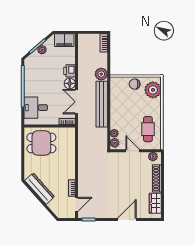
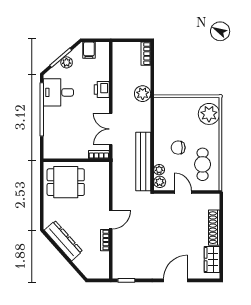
filing cabinet: (64, 40) -> (89, 50), width x0.50
floor lamp: (70, 83) -> (102, 106), removed
chair: (135, 84) -> (178, 148), moved
bench: (102, 104) -> (143, 162), moved
desk: (36, 108) -> (58, 92), moved
plant: (153, 157) -> (209, 199), removed
door: (76, 204) -> (111, 220), moved

